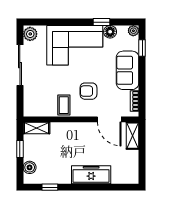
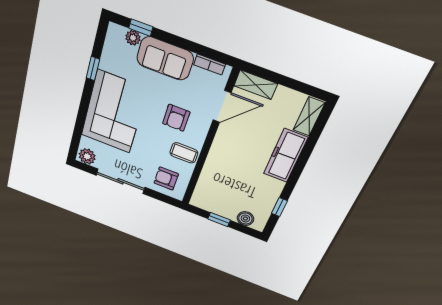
plant: (133, 31) -> (133, 38), moved
floor lamp: (110, 32) -> (108, 62), removed
armchair: (37, 99) -> (166, 178), added
shelving: (36, 128) -> (309, 116), moved

